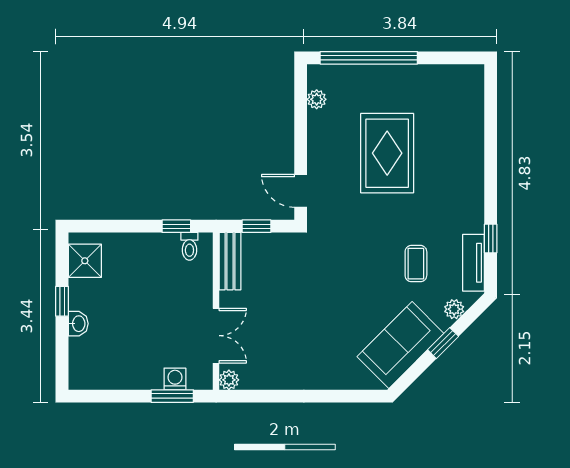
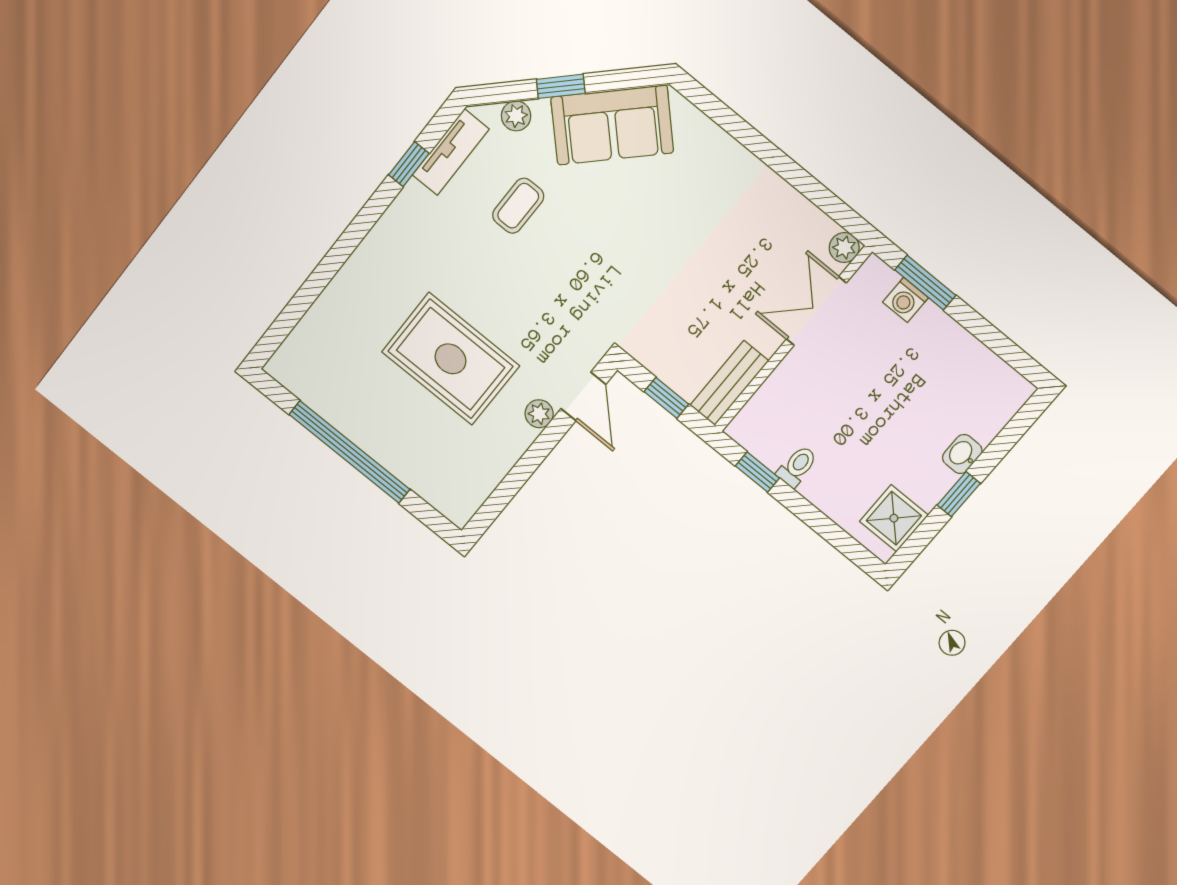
window: (369, 58) -> (350, 452), moved
plant: (317, 99) -> (539, 414), moved
rug: (387, 153) -> (451, 359), turned 90
toilet: (189, 246) -> (797, 466), moved

